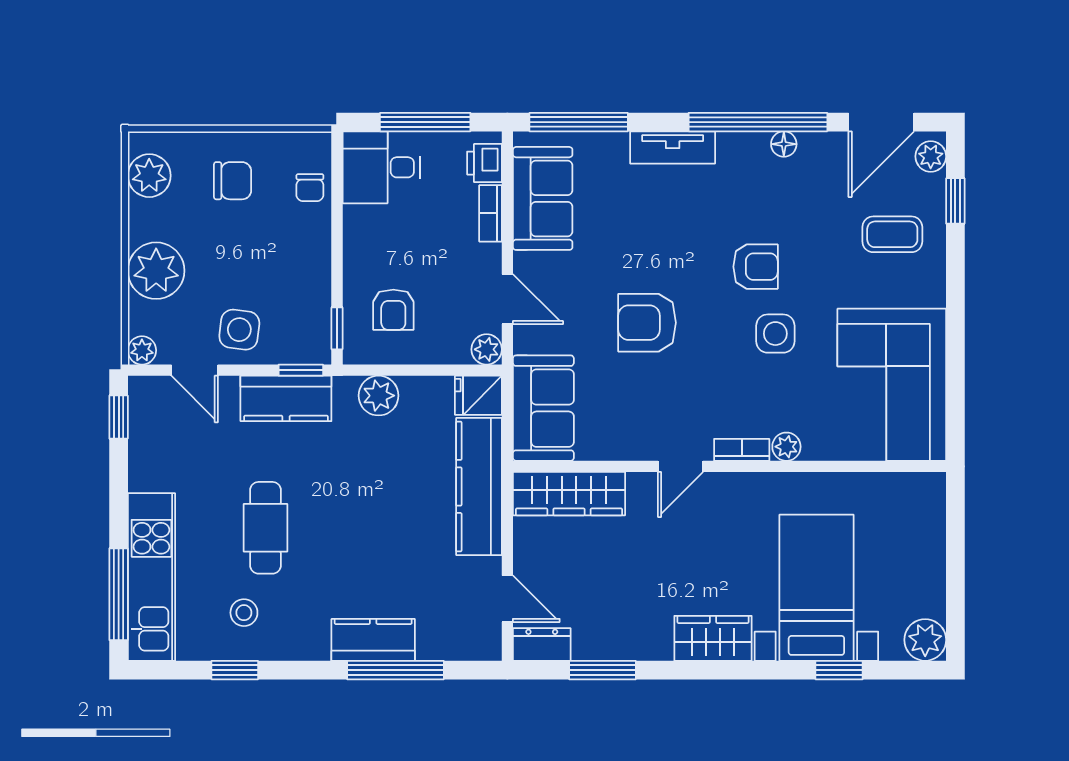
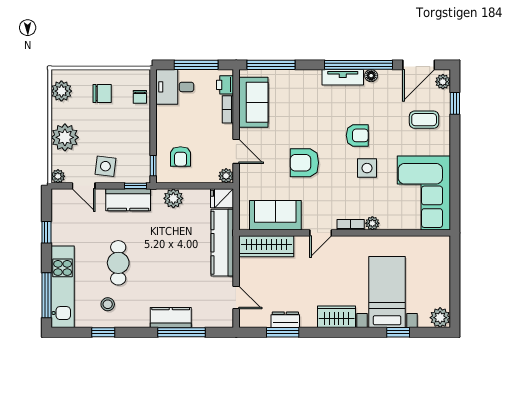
tv unit: (673, 148) -> (343, 77), moved
sofa: (543, 408) -> (275, 215), moved, turned -90
window: (119, 417) -> (46, 232), moved
dresser: (542, 645) -> (285, 320), moved

